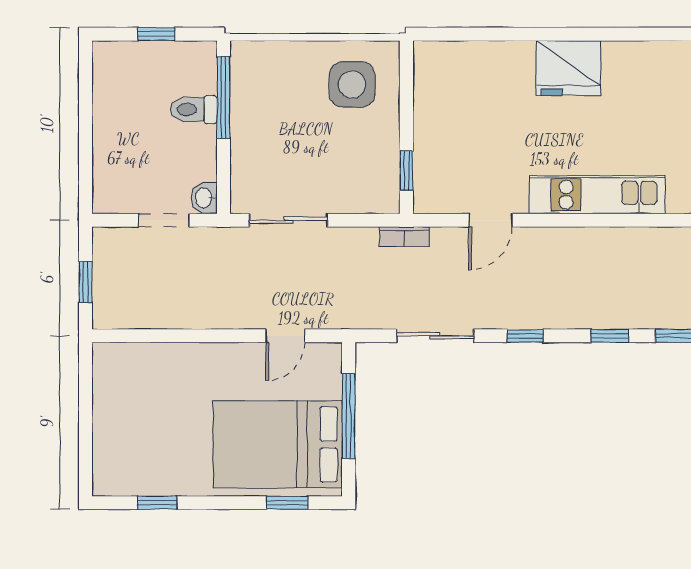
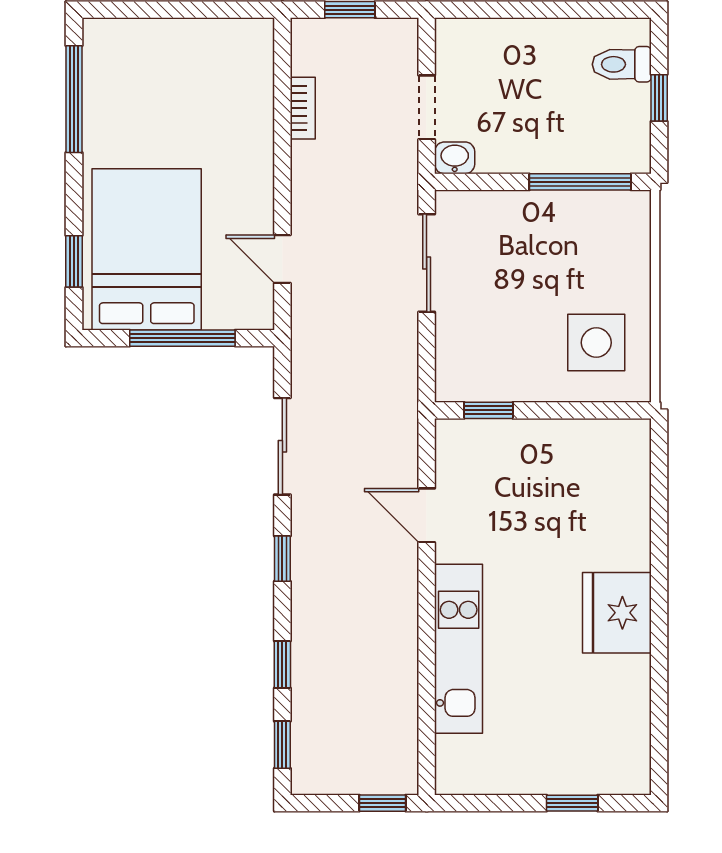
toilet: (193, 110) -> (622, 64), moved, turned -90
bookcase: (404, 237) -> (303, 108), moved, turned 180
window: (157, 503) -> (74, 99), width x2.17

